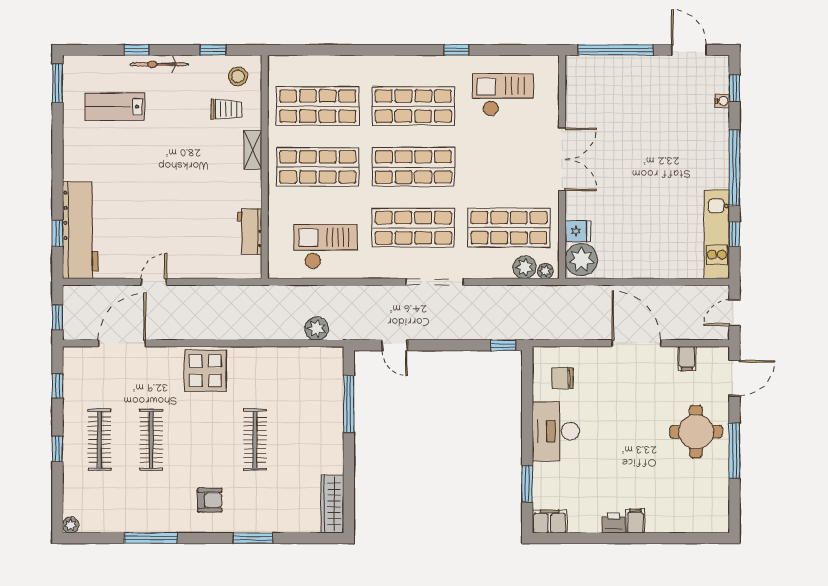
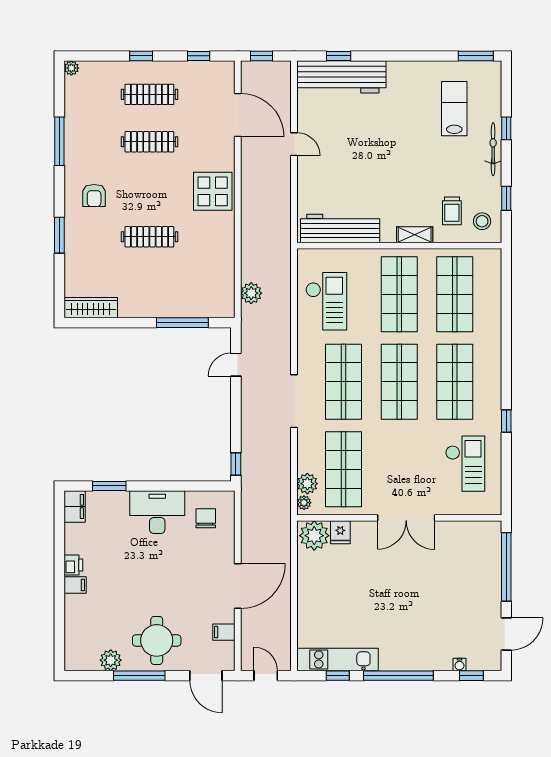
workbench: (250, 231) -> (340, 228), width x1.88, depth x1.32
plant: (718, 482) -> (111, 660), added

